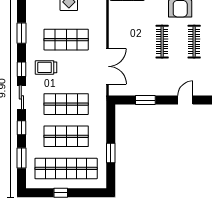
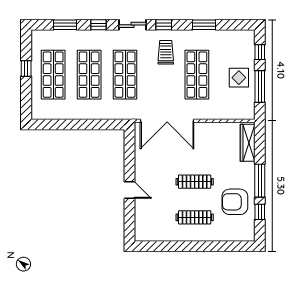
double door: (107, 66) -> (167, 121), width x1.36
window: (145, 100) -> (129, 163), removed
door: (185, 100) -> (129, 190), moved
window: (111, 153) -> (71, 124), removed
shop shelf: (66, 168) -> (53, 75), width x0.71

